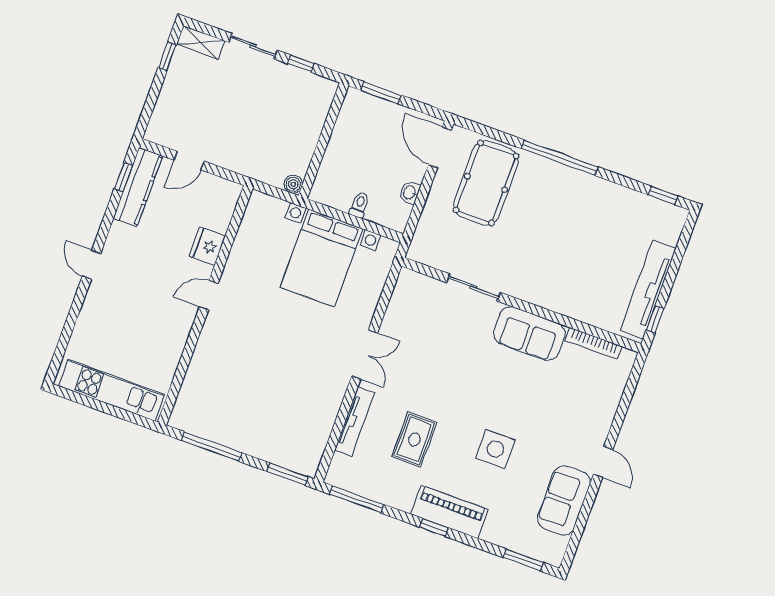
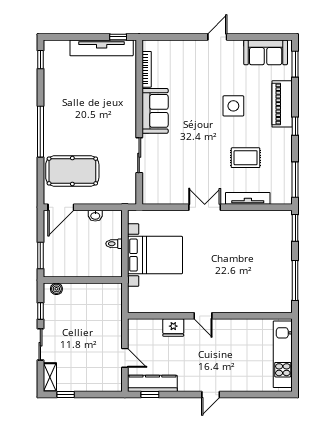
boiler: (293, 184) -> (56, 289), moved
sofa: (564, 500) -> (266, 52), moved
piano: (449, 512) -> (282, 104), moved

